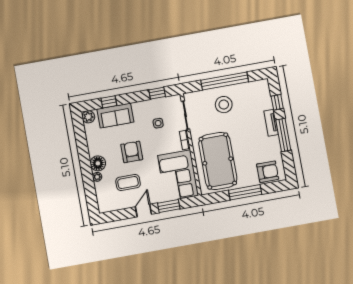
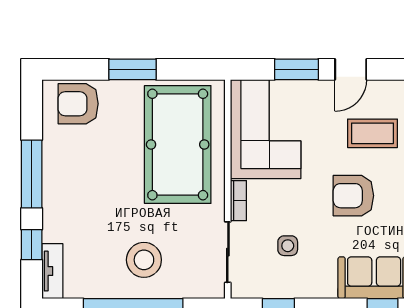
tv unit: (271, 123) -> (52, 271), moved
armchair: (132, 152) -> (353, 196), turned 90
window: (245, 192) -> (133, 69), width x0.69

